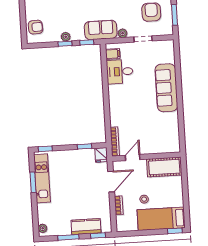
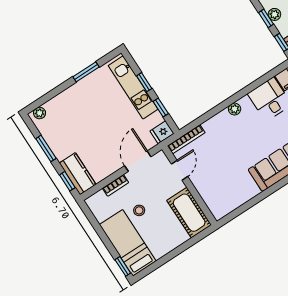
plant: (113, 98) -> (235, 109), added
window: (45, 149) -> (144, 82), moved
door: (133, 157) -> (179, 170), hinge flipped
kitchen unit: (42, 178) -> (133, 87), moved, turned 90
door: (111, 182) -> (138, 161), swing flipped
kitchen counter: (86, 227) -> (78, 174), moved

